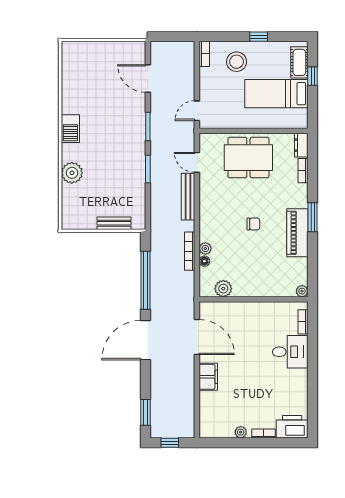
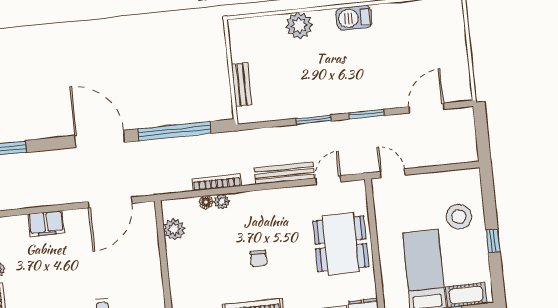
bookcase: (204, 54) -> (464, 175), removed
filing cabinet: (208, 377) -> (46, 224), moved

